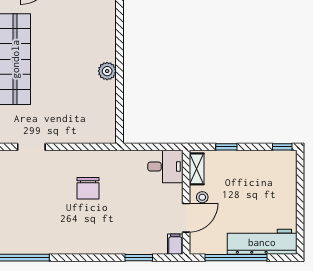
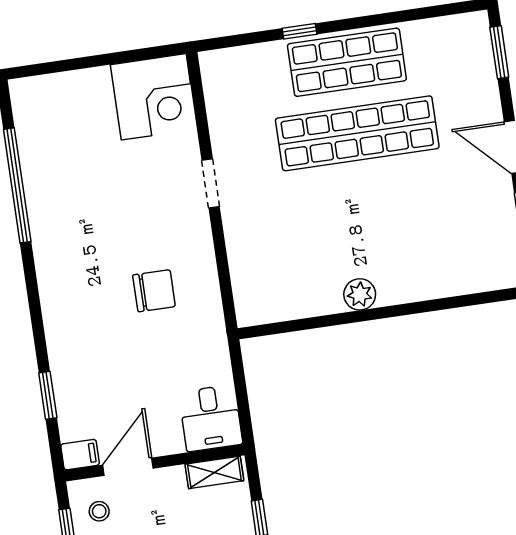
chair: (88, 188) -> (154, 291), turned 180
stool: (202, 197) -> (99, 511), moved
door: (186, 218) -> (128, 467), swing flipped

